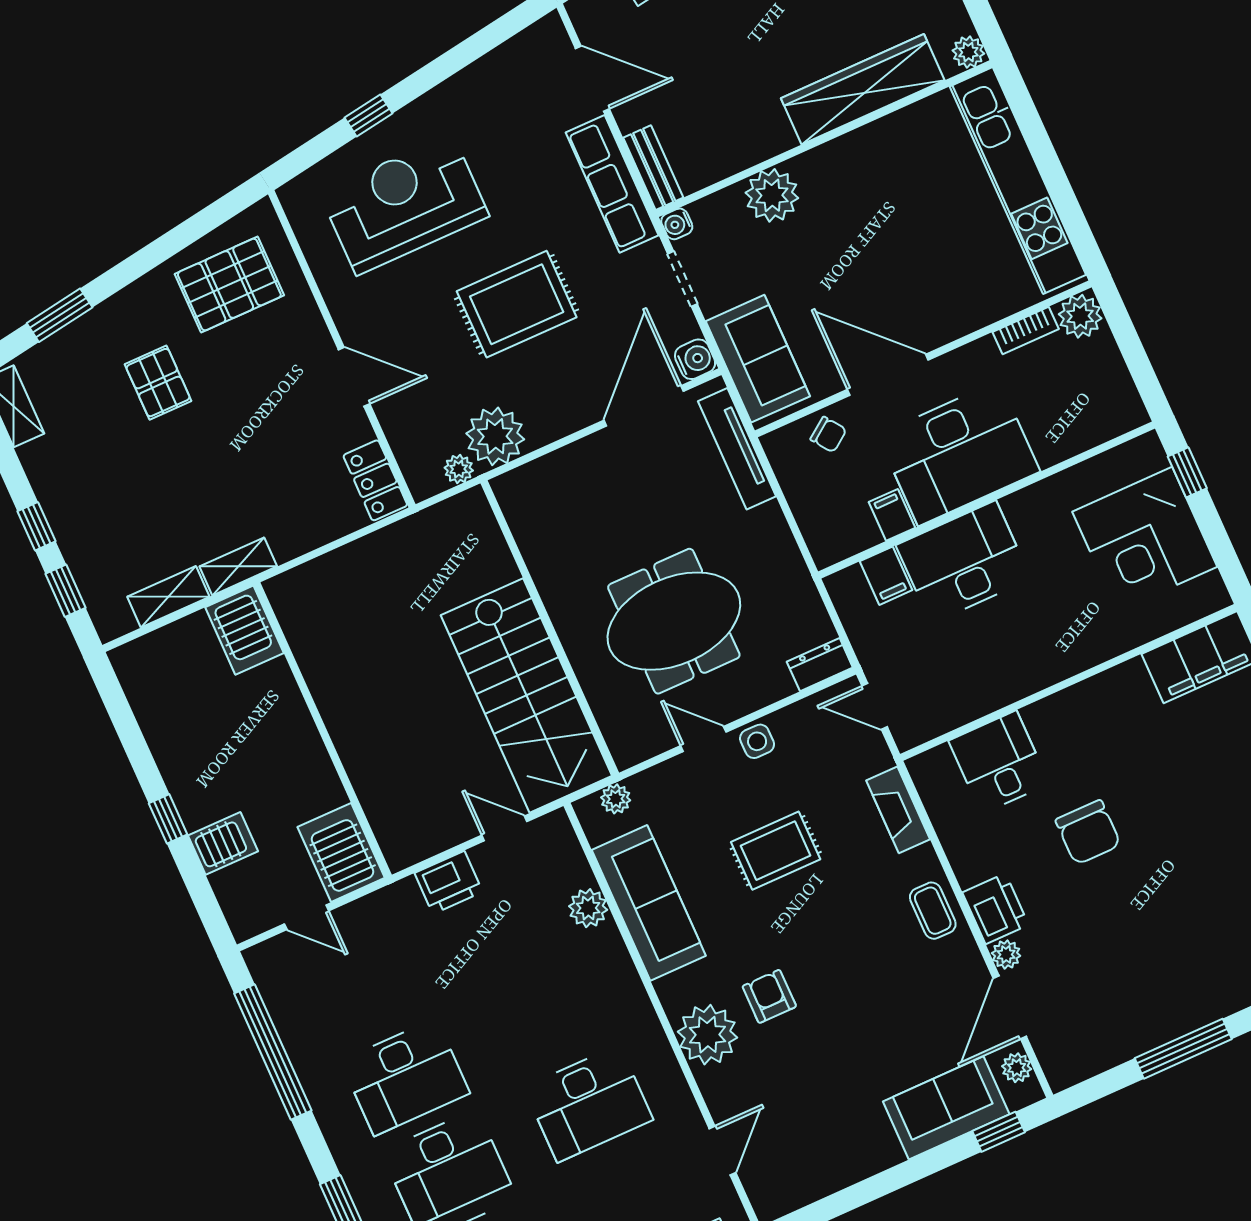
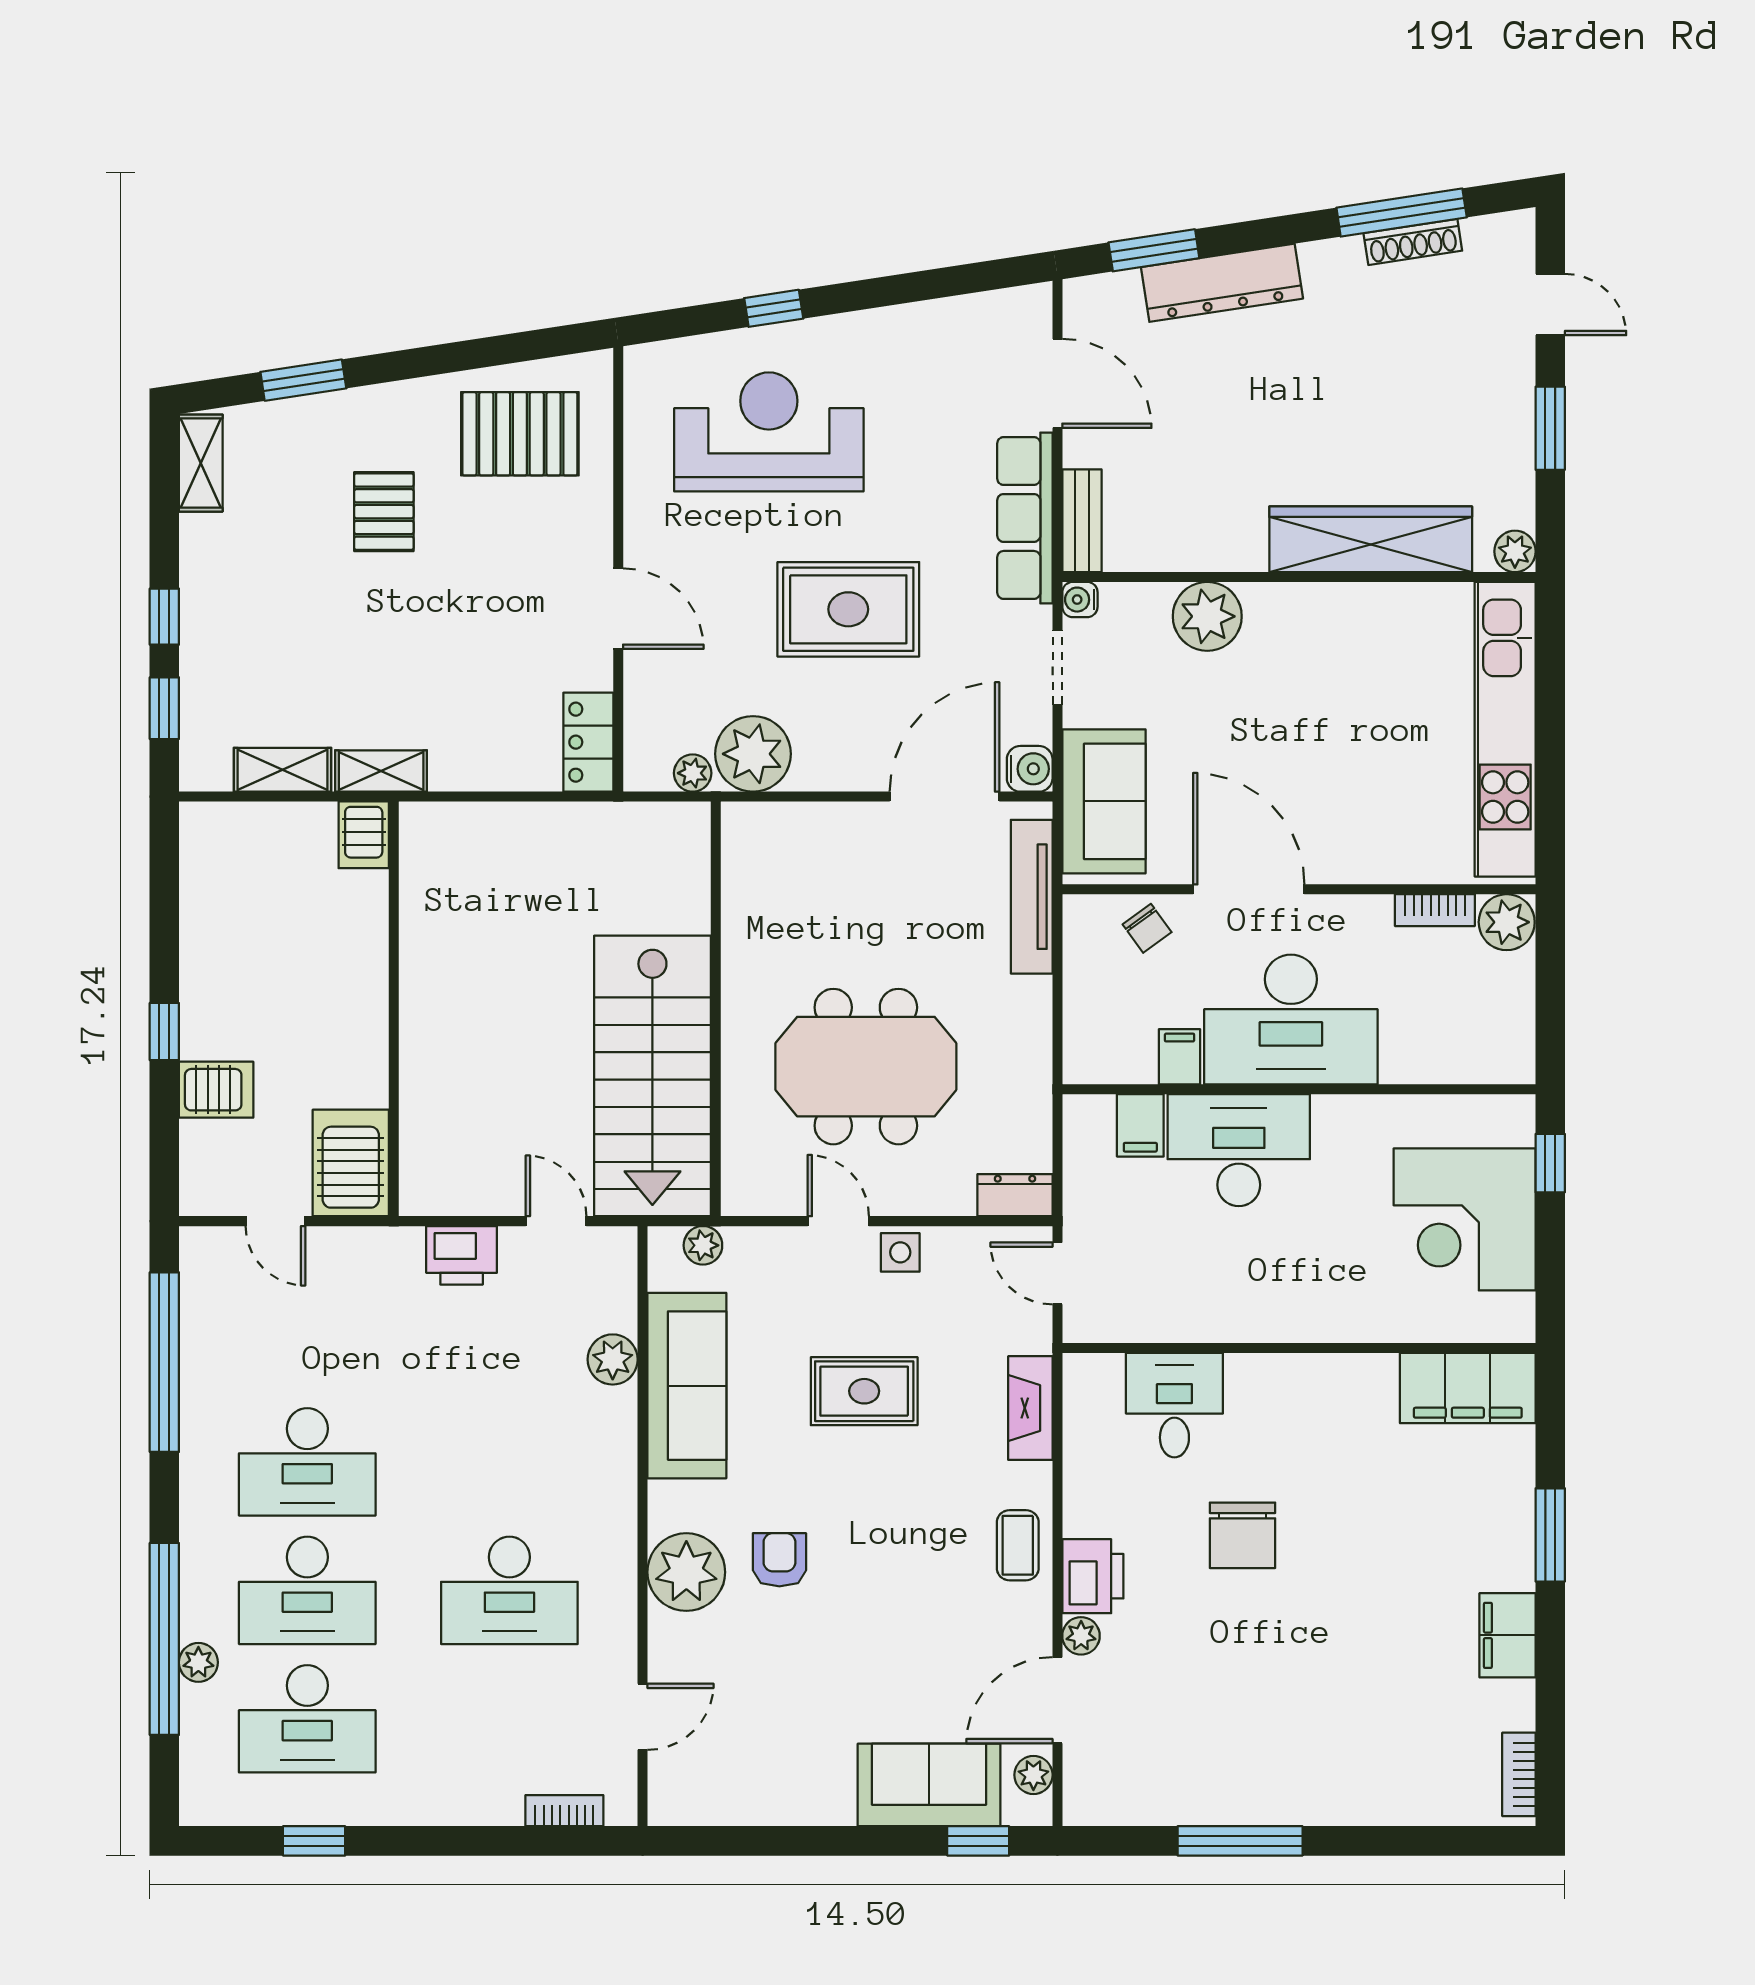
server rack: (244, 630) -> (364, 835), width x0.73, depth x0.70

